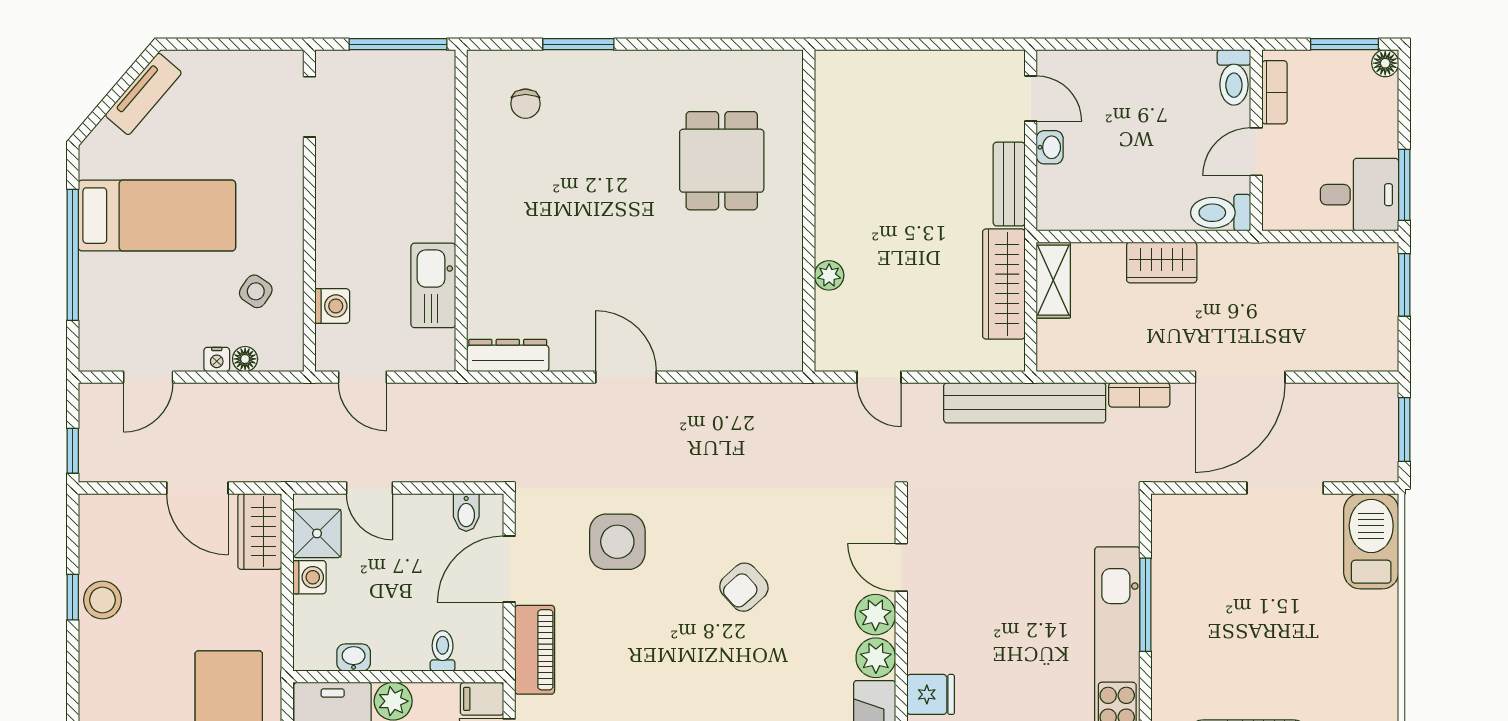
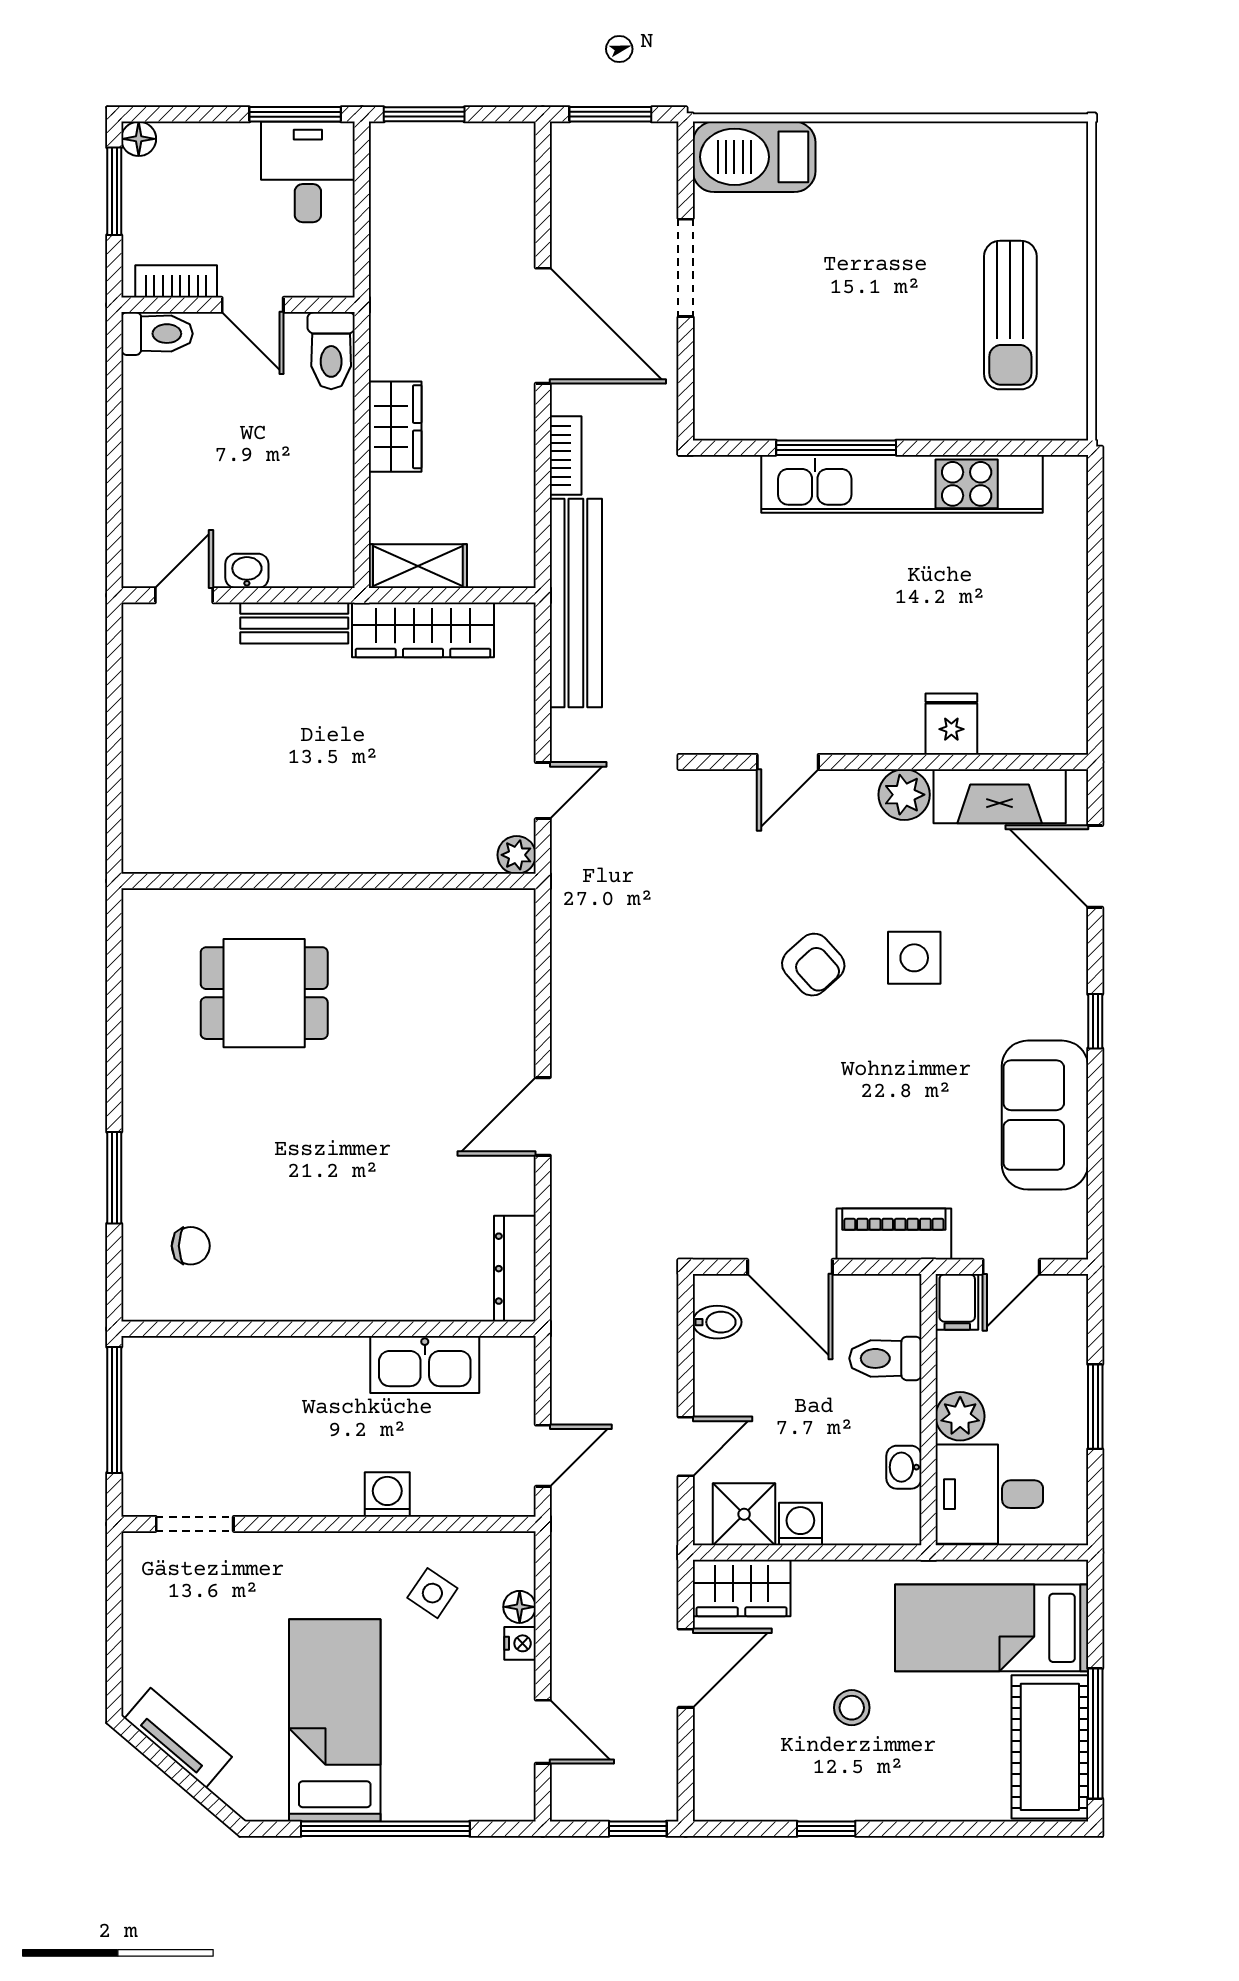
plant: (829, 275) -> (517, 855), moved
washing machine: (332, 306) -> (387, 1494), moved
side table: (617, 542) -> (914, 958), moved, width x0.73, depth x0.73
stool: (102, 600) -> (852, 1708), moved, width x0.73, depth x0.73
plant: (875, 615) -> (849, 795), removed
toilet: (443, 651) -> (885, 1358), width x1.37, depth x1.39

